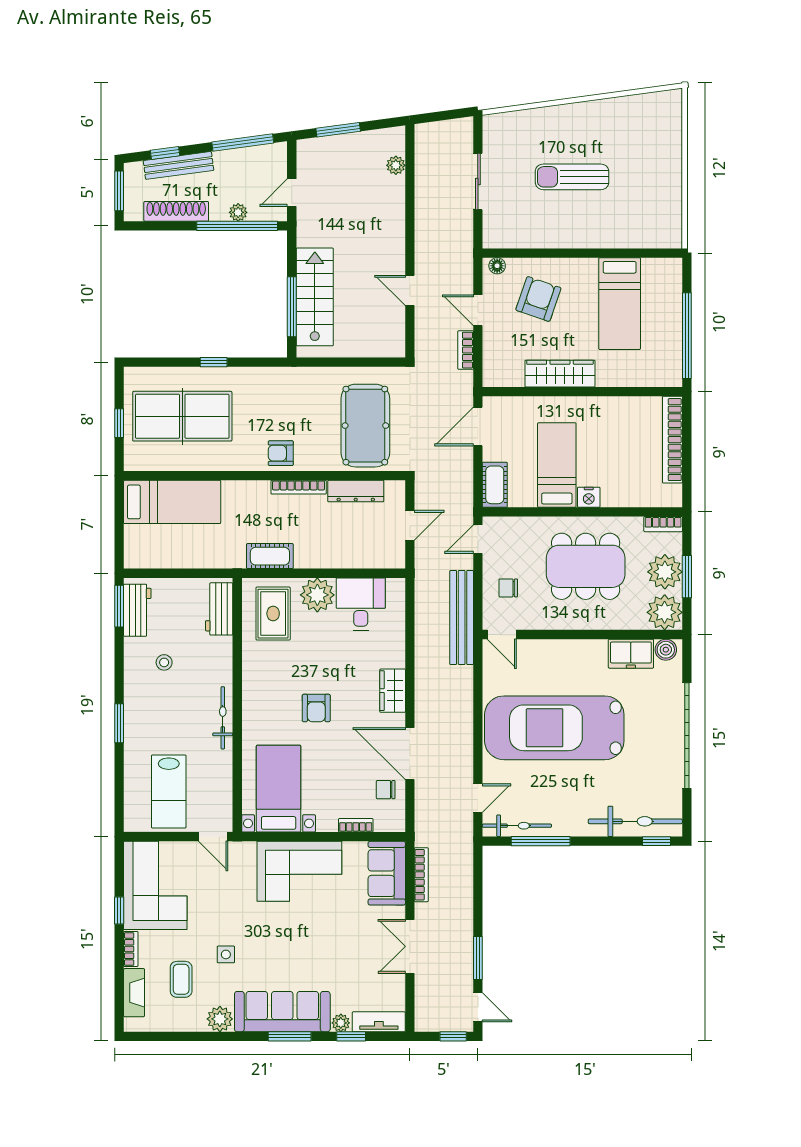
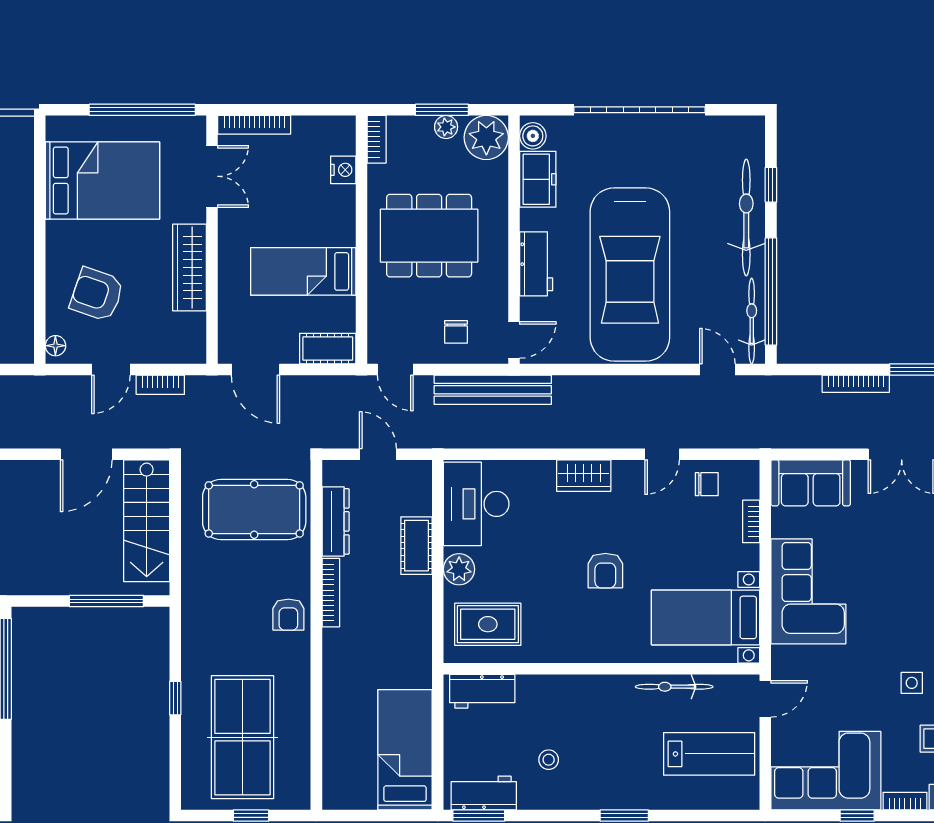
door: (410, 290) -> (86, 454), width x1.38
stairs: (315, 297) -> (147, 521), moved, turned -90
bed: (620, 304) -> (102, 180), width x1.50
double door: (633, 392) -> (212, 176), added
bookcase: (672, 440) -> (254, 125), width x0.68, depth x0.76
nightstand: (589, 497) -> (343, 170), moved
bed: (172, 502) -> (405, 750), moved
cot: (270, 556) -> (416, 546), moved
dining table: (586, 566) -> (429, 236), turned 90
plant: (665, 572) -> (446, 127), width x0.53, depth x0.53
plant: (317, 595) -> (459, 569), width x0.73, depth x0.73
desk: (361, 604) -> (476, 504), width x1.37
workbench: (563, 652) -> (536, 264), added
armchair: (316, 708) -> (605, 571), turned 90
bicycle: (223, 718) -> (674, 687), moved
door: (410, 754) -> (662, 454), width x0.53
chair: (386, 790) -> (707, 484), turned -90
bicycle: (635, 821) -> (746, 218), moved
window: (541, 841) -> (771, 292), width x1.46
window: (656, 841) -> (771, 185), moved
bookcase: (421, 875) -> (856, 384), moved, turned 180

